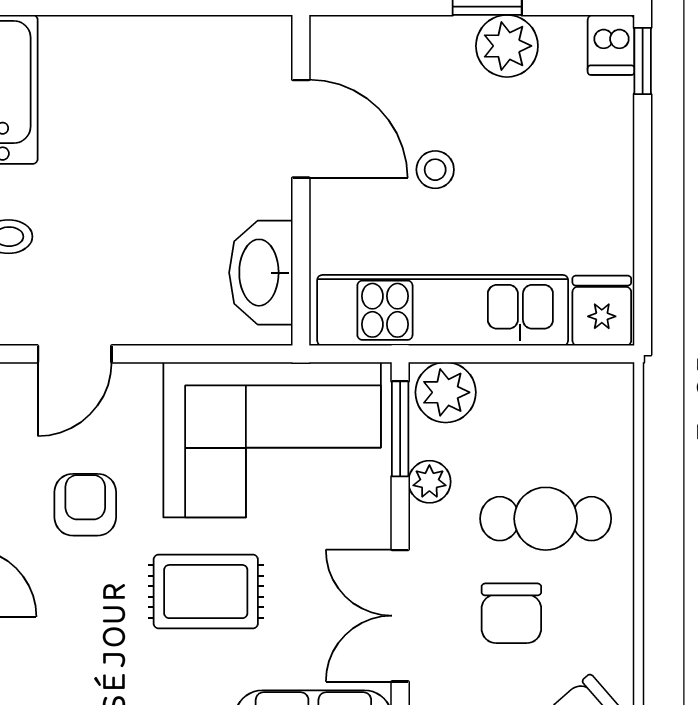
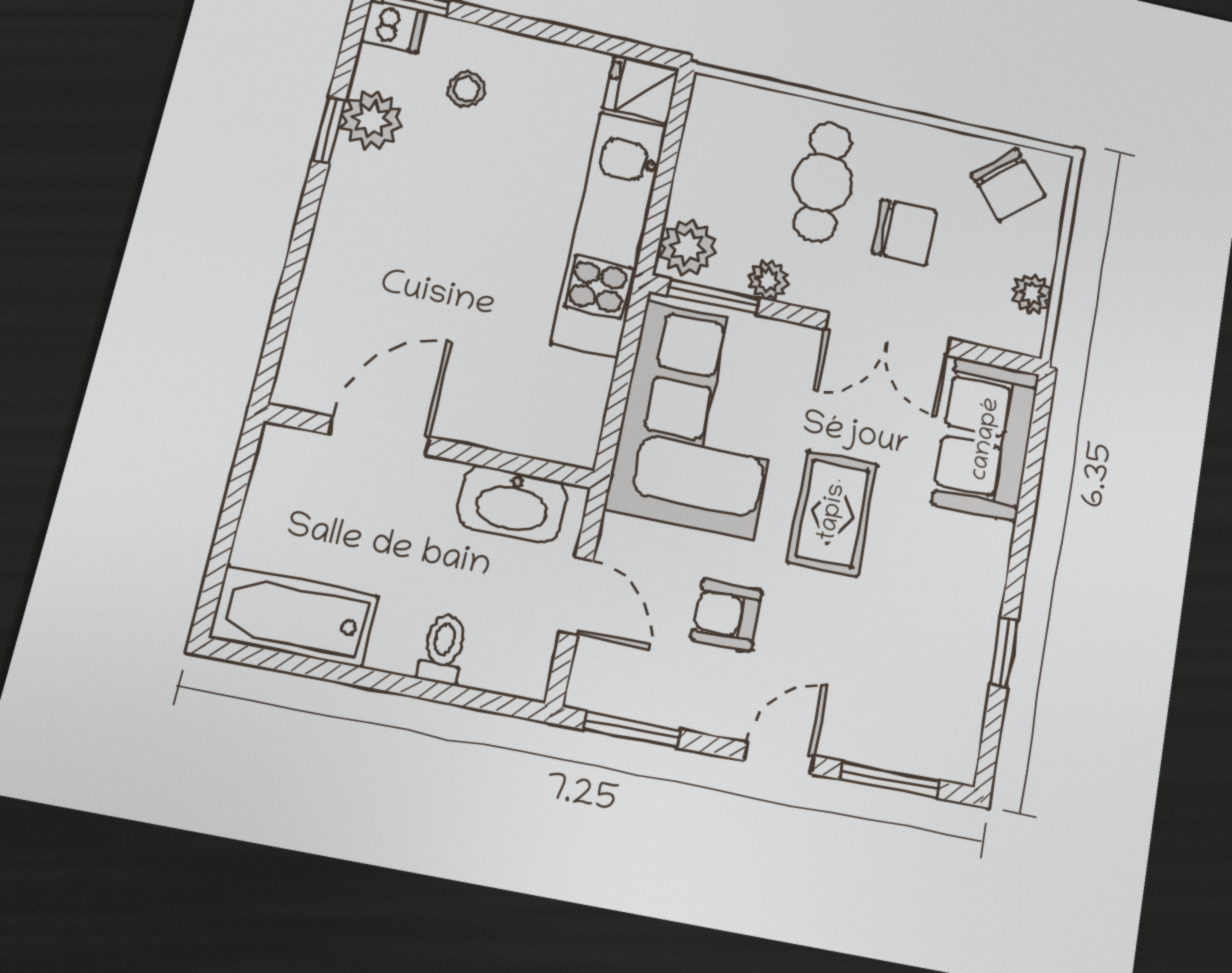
door: (301, 129) -> (379, 436), moved
stool: (435, 170) -> (466, 89), moved
wall: (301, 180) -> (430, 446), moved
washbasin: (261, 273) -> (512, 504), moved

